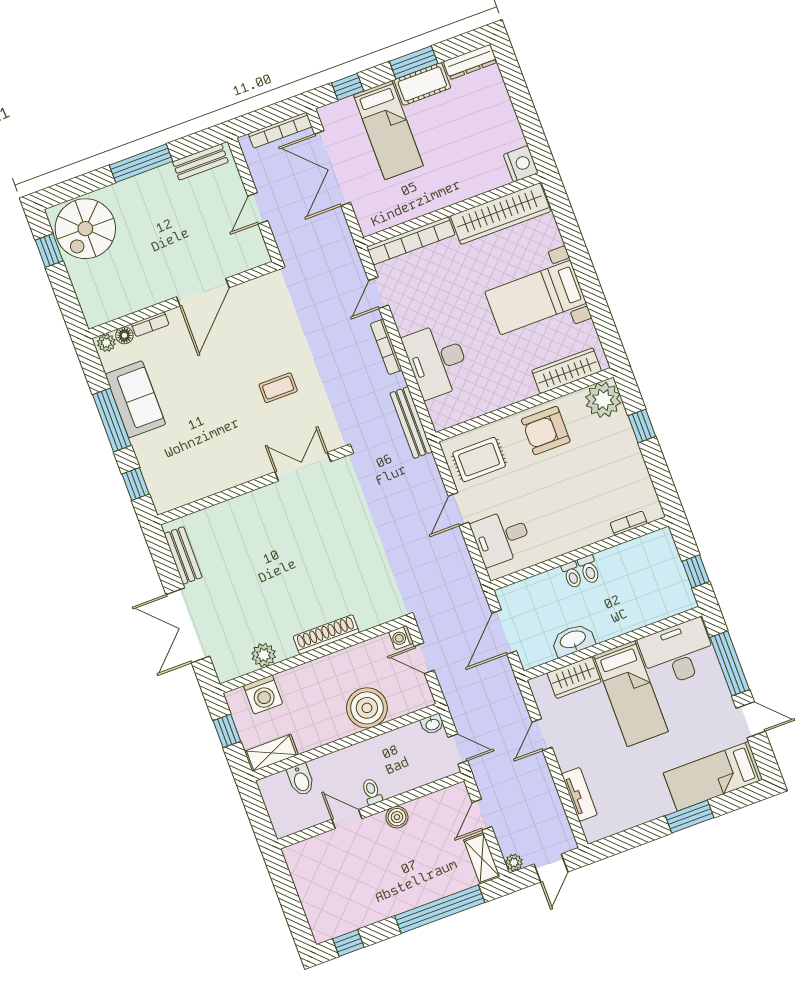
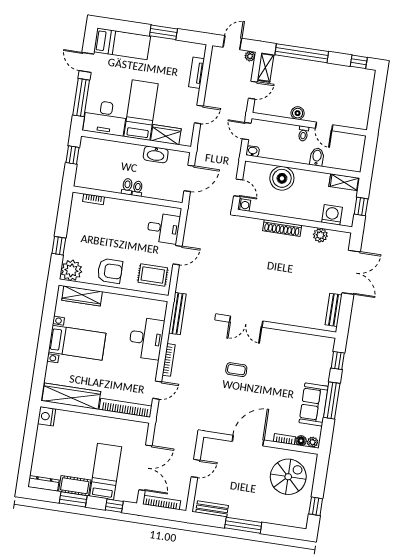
spiral stairs: (85, 229) -> (288, 477), moved
bidet: (301, 780) -> (317, 157), moved
window: (690, 817) -> (163, 32), moved

